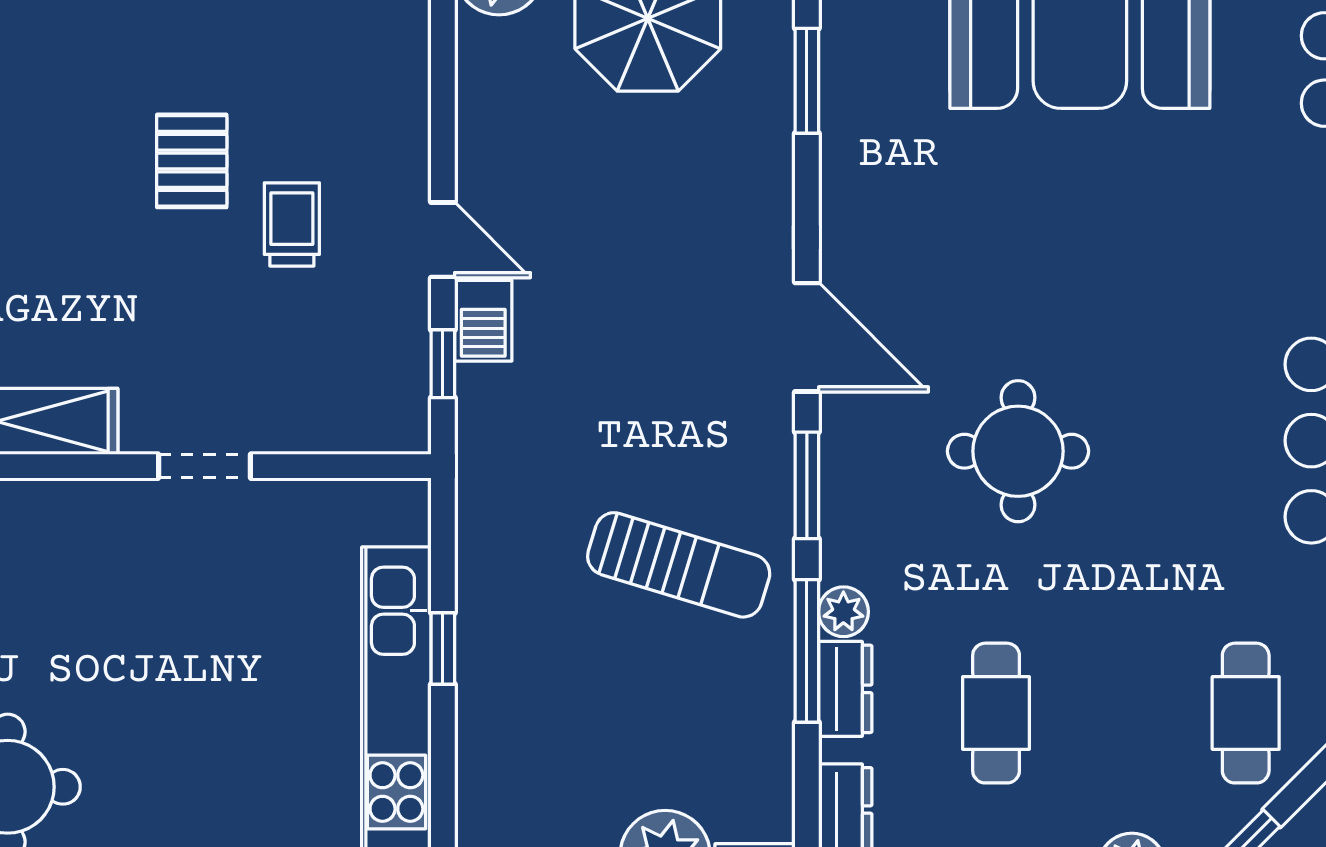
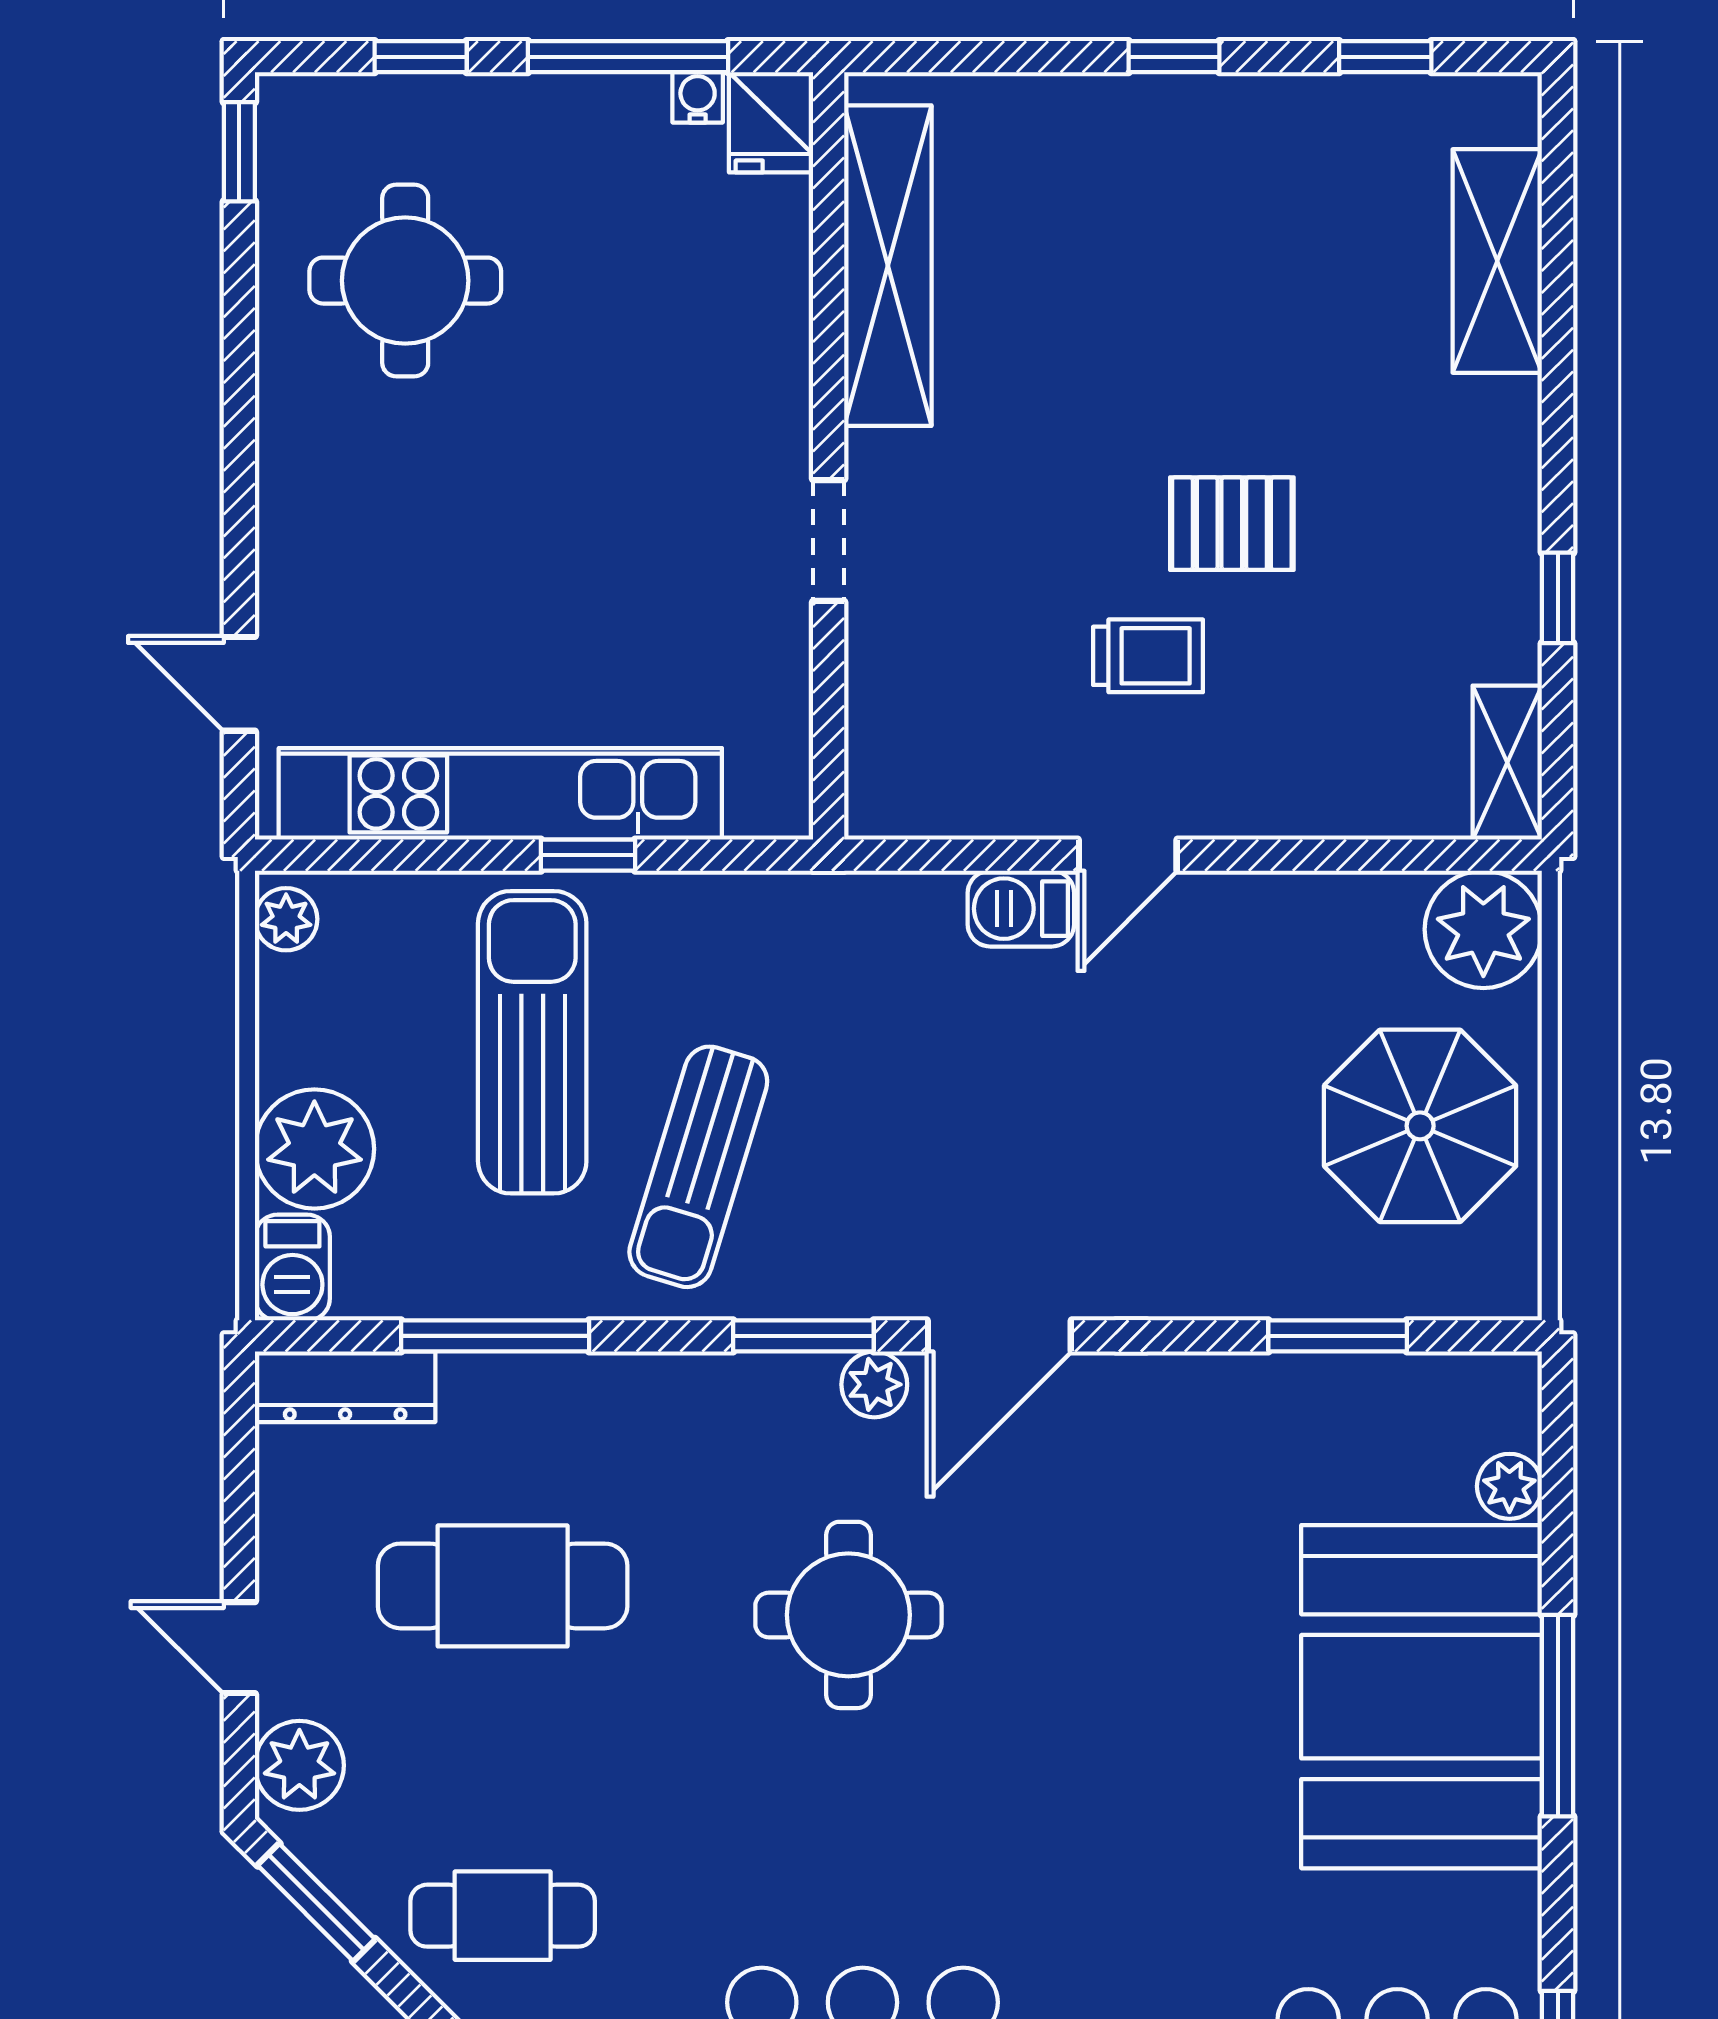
window: (443, 364) -> (964, 855), removed
plant: (843, 612) -> (874, 1384), moved
window: (807, 651) -> (495, 1336), moved
dresser: (845, 689) -> (535, 1387), removed
sun lounger: (584, 691) -> (532, 1042), added
cafe table: (996, 713) -> (503, 1586), width x1.37, depth x1.35

